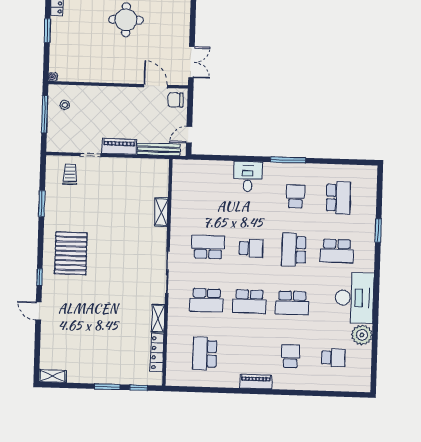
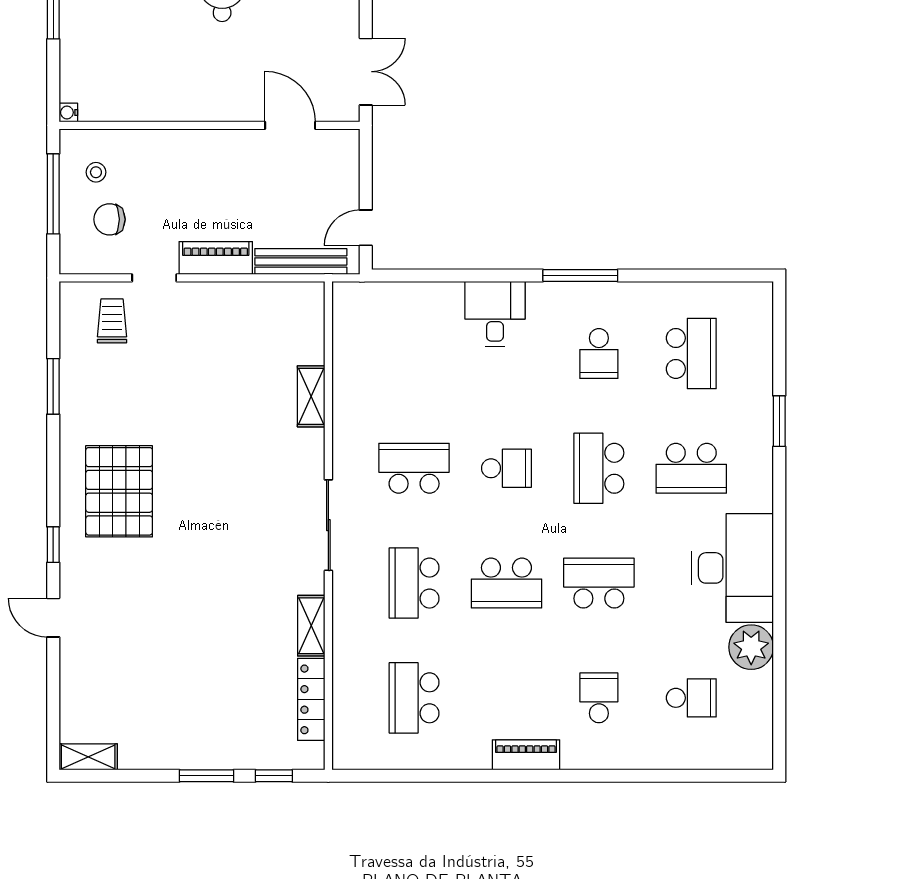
chair: (175, 100) -> (109, 219), moved
school desk: (295, 196) -> (599, 353), turned 180
school desk: (206, 300) -> (414, 583), turned 90
school desk: (292, 303) -> (599, 583), turned 180

